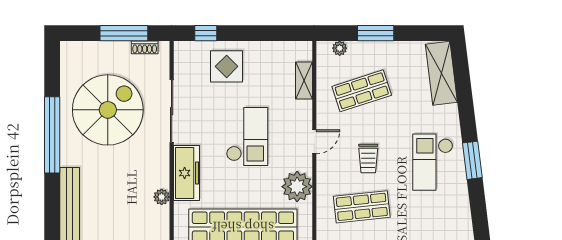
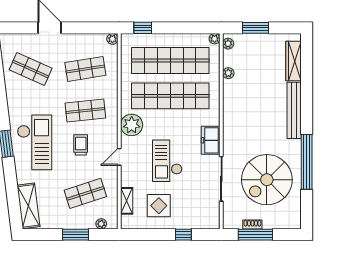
window: (206, 33) -> (183, 235), moved
shoe rack: (145, 47) -> (252, 224), moved
display table: (227, 66) -> (159, 206), moved
checkout: (433, 162) -> (35, 142), width x1.36, depth x1.21
freezer: (186, 173) -> (211, 140), width x0.71
plant: (162, 197) -> (228, 118), removed

